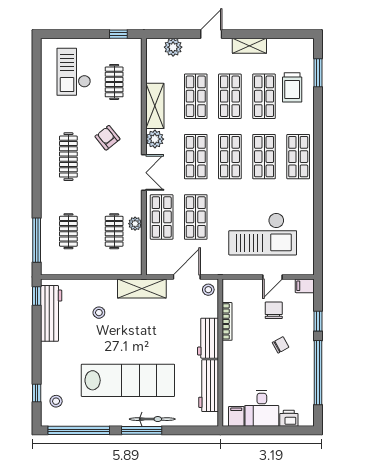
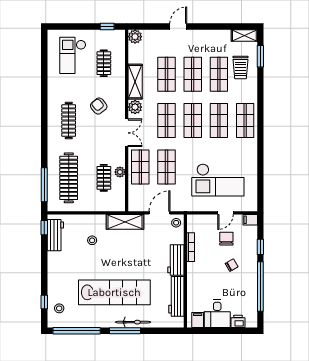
shelving: (249, 46) -> (244, 35), moved
plant: (173, 47) -> (135, 37), moved
clothes rail: (68, 231) -> (69, 178), width x1.86, depth x1.31
workbench: (51, 313) -> (55, 235), width x0.73

